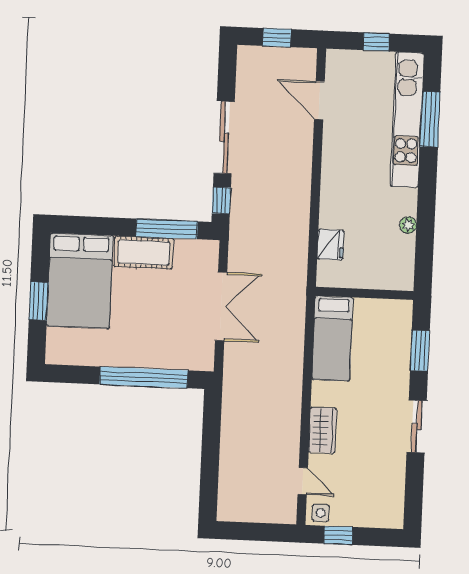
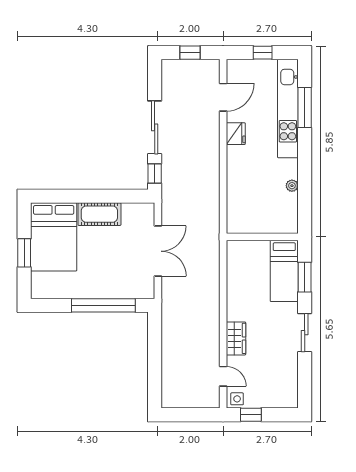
door: (319, 100) -> (223, 97), swing flipped
window: (167, 229) -> (115, 196), removed
fridge: (330, 245) -> (236, 134), moved
bed: (332, 338) -> (284, 271), moved

